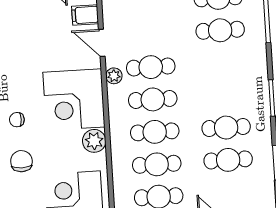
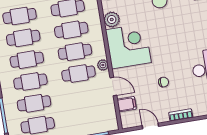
cafe table: (222, 63) -> (30, 81), added
cafe table: (224, 95) -> (27, 60), added
chair: (17, 120) -> (164, 82), moved

